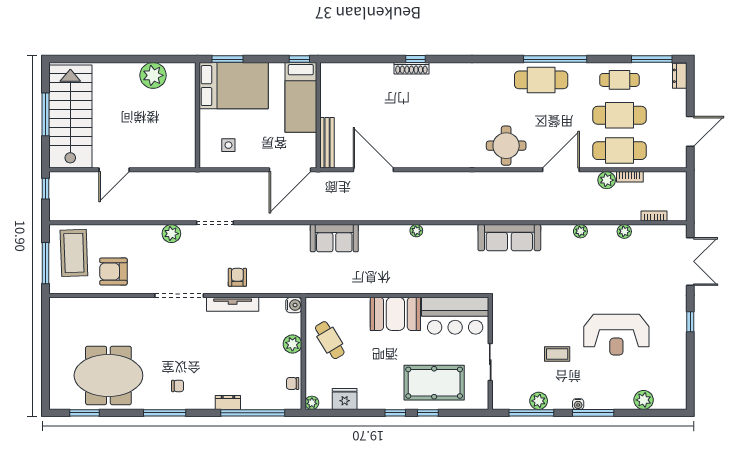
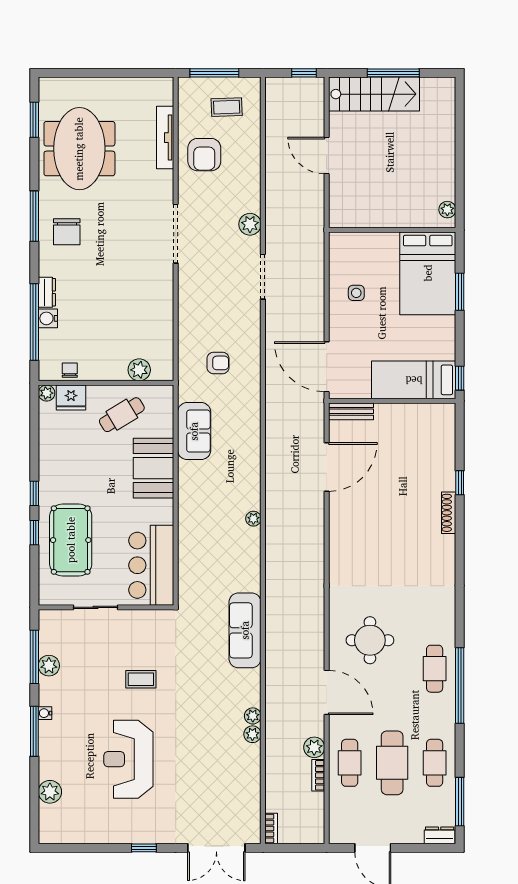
window: (416, 59) -> (460, 483), moved
plant: (153, 75) -> (447, 210), width x0.53, depth x0.53
cafe table: (541, 80) -> (435, 669), width x0.73, depth x0.74
bed: (234, 86) -> (428, 273), moved
wall: (198, 115) -> (392, 230), moved
stairs: (70, 117) -> (374, 94), width x0.73, depth x0.66
bench: (327, 143) -> (351, 411), width x0.73
round table: (506, 146) -> (370, 640), moved
cafe table: (619, 151) -> (350, 763), width x0.73, depth x0.74
bookcase: (654, 216) -> (271, 828), moved
plant: (624, 231) -> (252, 734), moved
sofa: (334, 238) -> (194, 431), moved, turned 180
coffee table: (74, 253) -> (227, 107), width x0.54, depth x0.58
armchair: (113, 272) -> (204, 155), turned 180
armchair: (237, 277) -> (218, 363), moved
tv unit: (233, 304) -> (165, 138), moved
water cooler: (294, 305) -> (48, 318), moved, turned 90
booth: (395, 314) -> (153, 468), moved
plant: (292, 344) -> (139, 370), moved
coffee table: (557, 354) -> (141, 679), moved, turned 90
chair: (178, 386) -> (67, 232), width x1.87, depth x1.87
fridge: (345, 399) -> (71, 398), moved, turned 90

